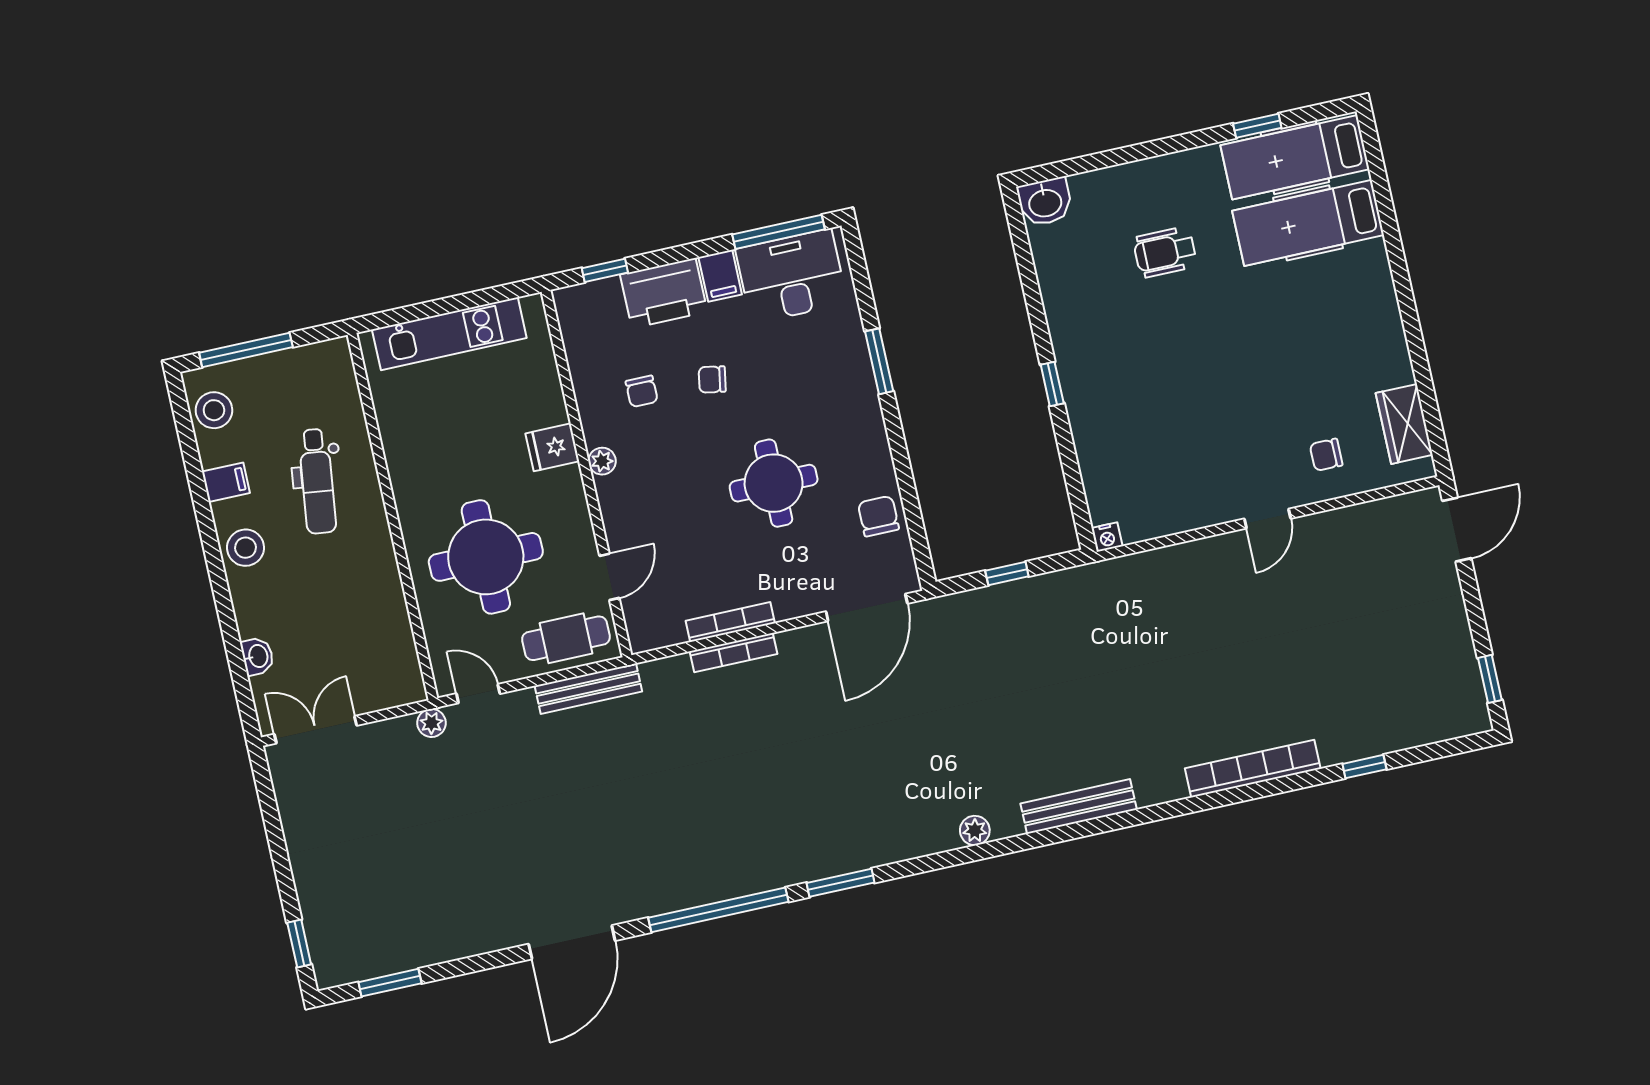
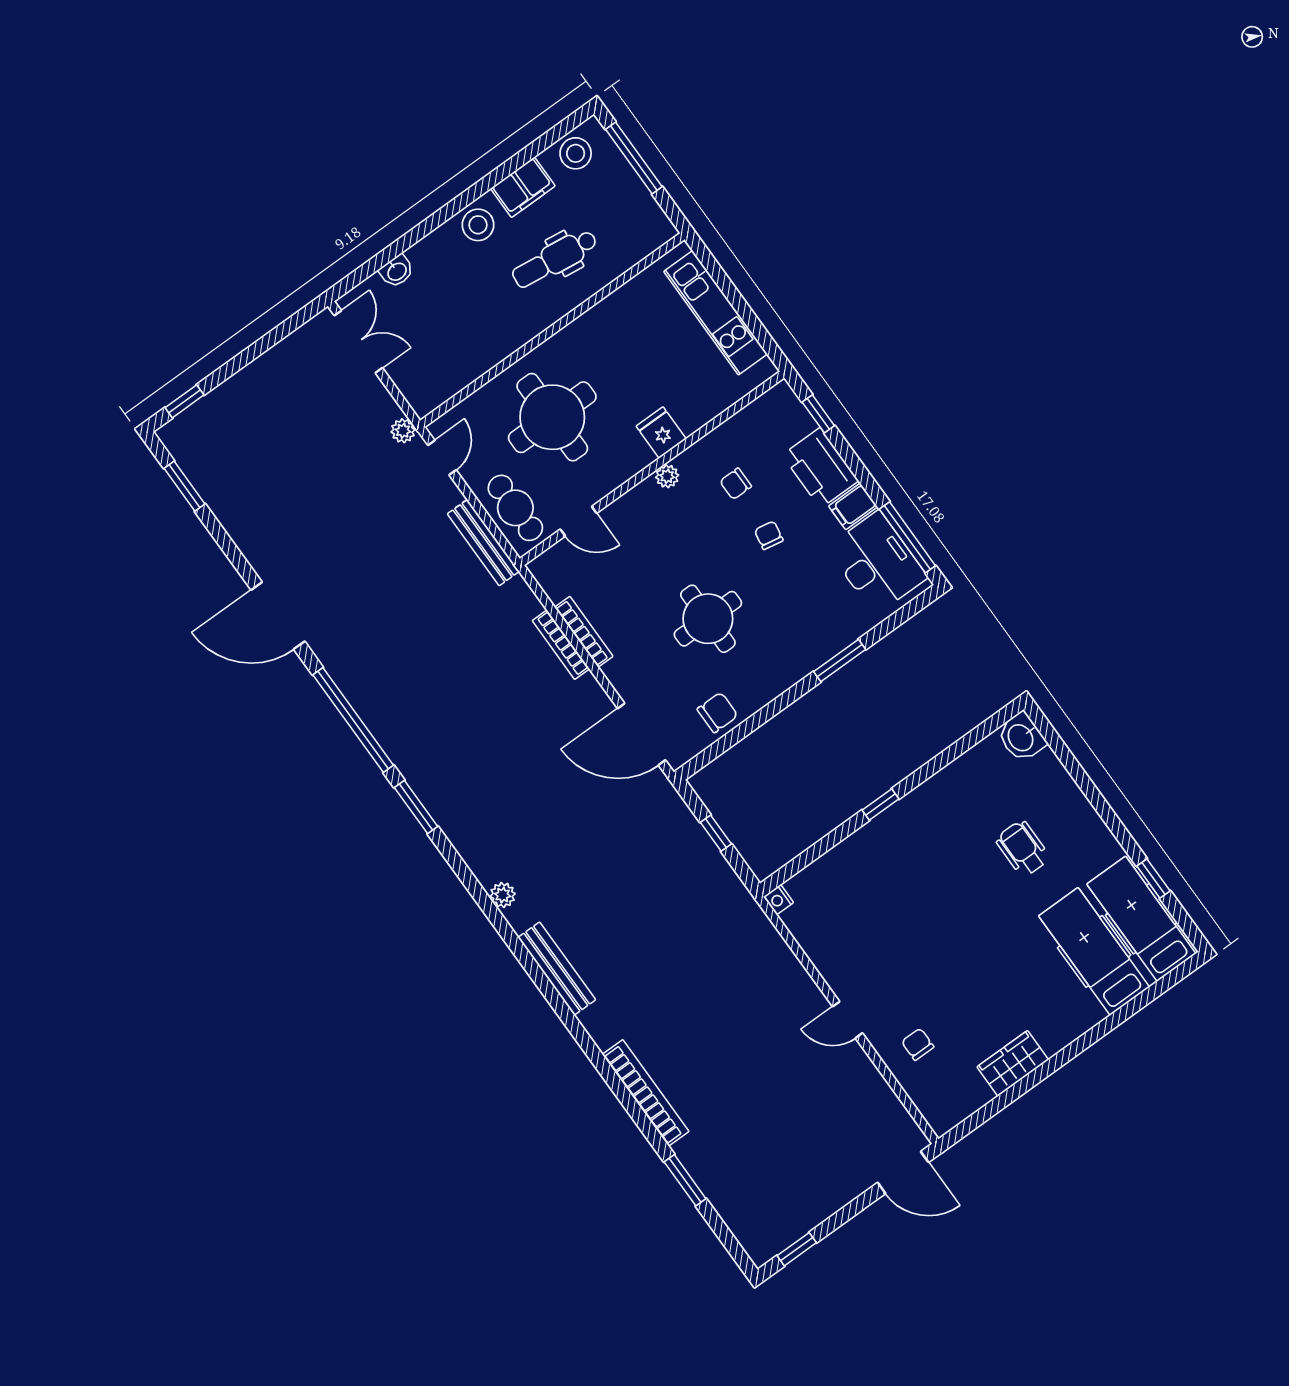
wardrobe: (1404, 424) -> (1013, 1063), moved
filing cabinet: (226, 482) -> (523, 187), width x2.00
window: (1364, 767) -> (685, 1180), width x1.50

